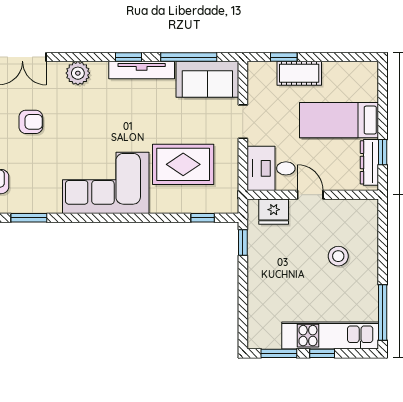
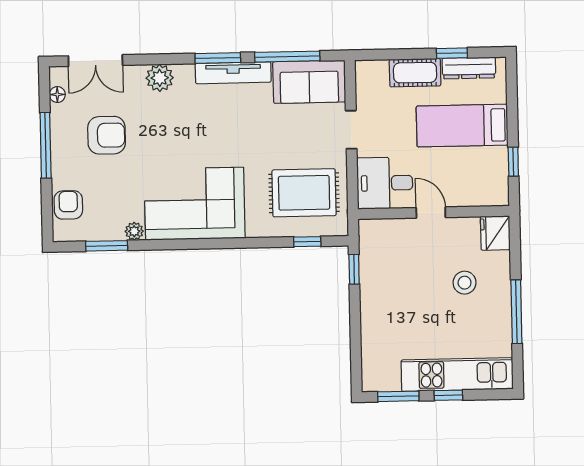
window: (129, 57) -> (218, 58), width x1.50
window: (284, 57) -> (452, 53), moved
armchair: (31, 122) -> (107, 135), width x1.38, depth x1.38
dresser: (369, 162) -> (469, 68), moved, turned -90
rug: (183, 164) -> (304, 193), moved
plant: (53, 206) -> (134, 231), added
fridge: (274, 212) -> (495, 233), moved, turned 90
window: (383, 312) -> (516, 312), moved

